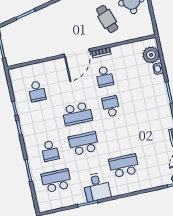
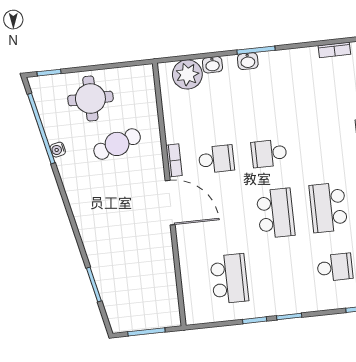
washbasin: (162, 89) -> (248, 61), added
school desk: (37, 91) -> (229, 279), width x1.85

